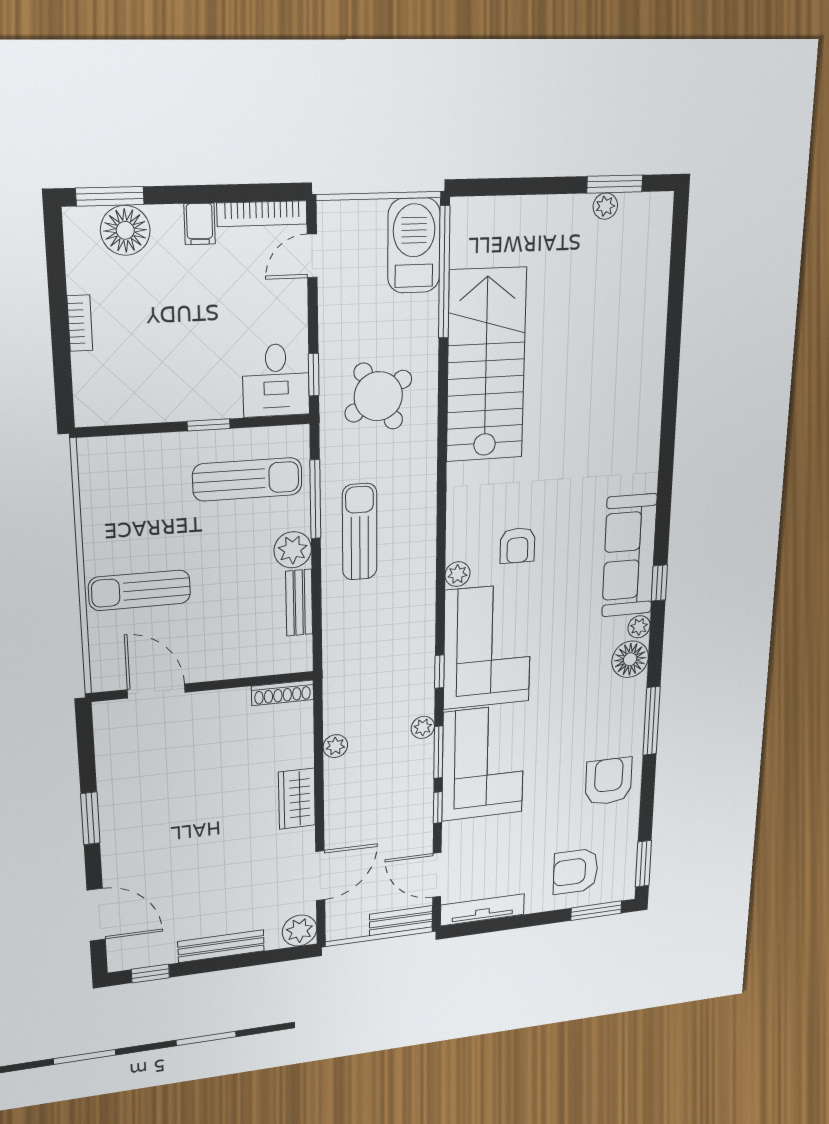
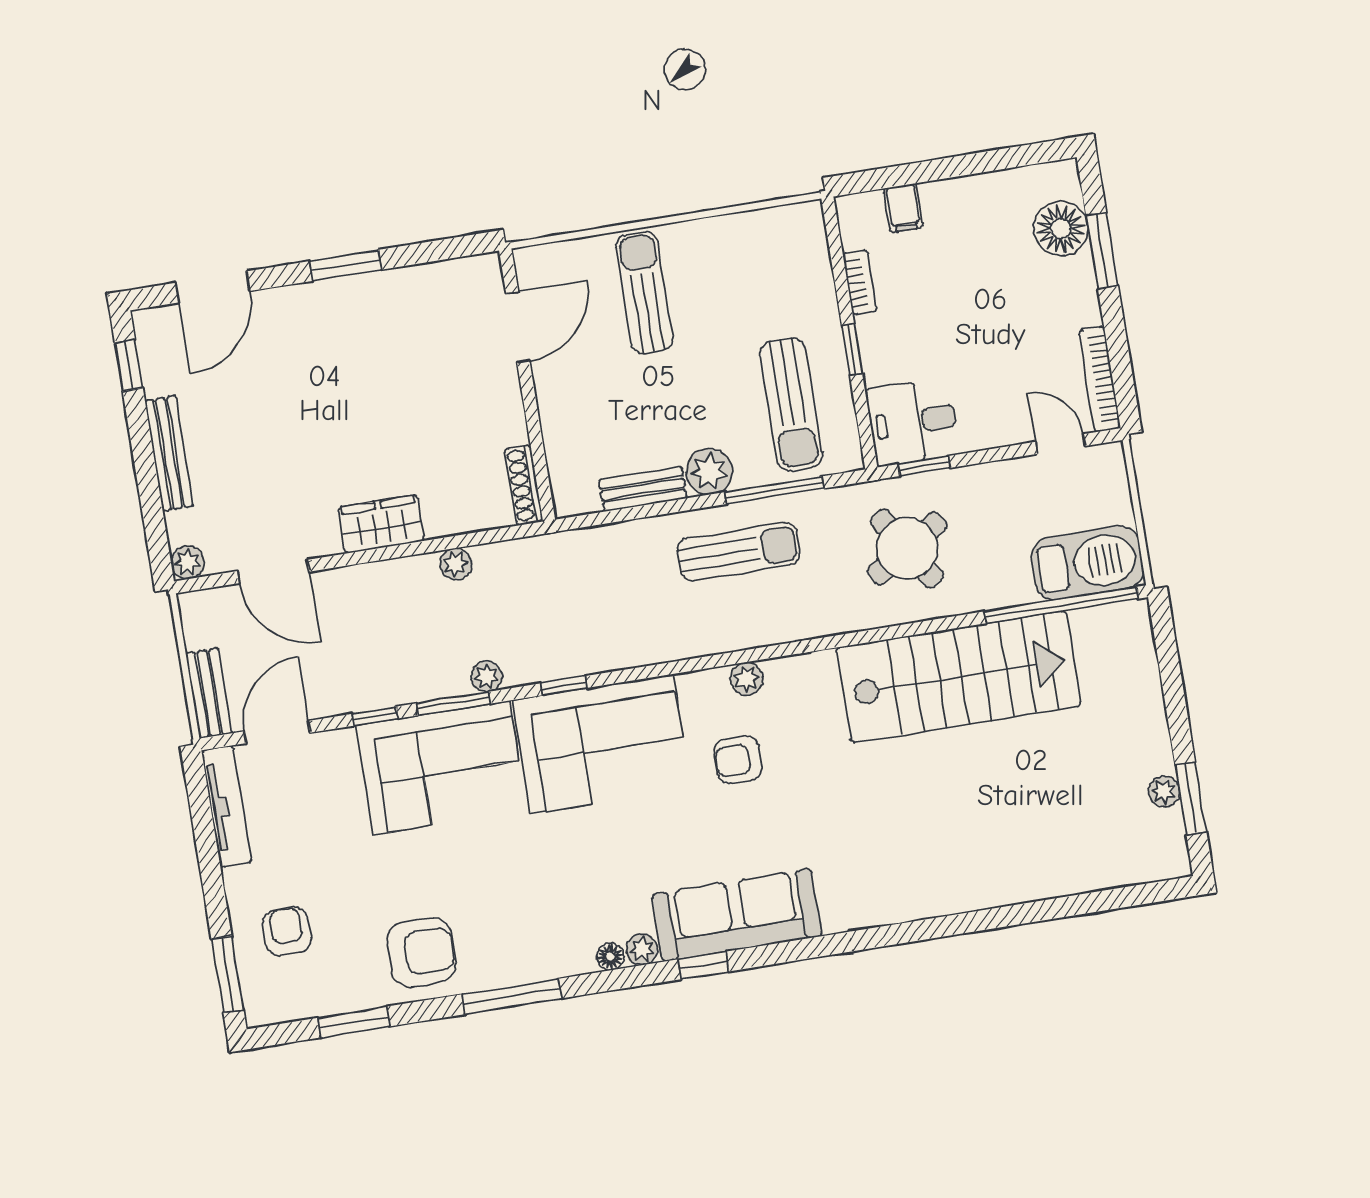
window: (110, 196) -> (1102, 251), moved
filing cabinet: (200, 224) -> (903, 208), moved, turned -90
bookcase: (80, 323) -> (860, 282), moved, turned -90
plant: (458, 574) -> (747, 679), moved
floor lamp: (630, 659) -> (610, 957), width x0.53, depth x0.53
window: (643, 864) -> (354, 1022), moved
armchair: (576, 871) -> (287, 931), width x0.72, depth x0.72
plant: (300, 930) -> (188, 562), width x0.73, depth x0.73

